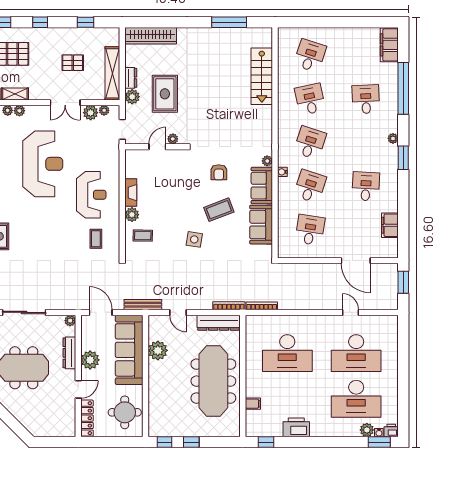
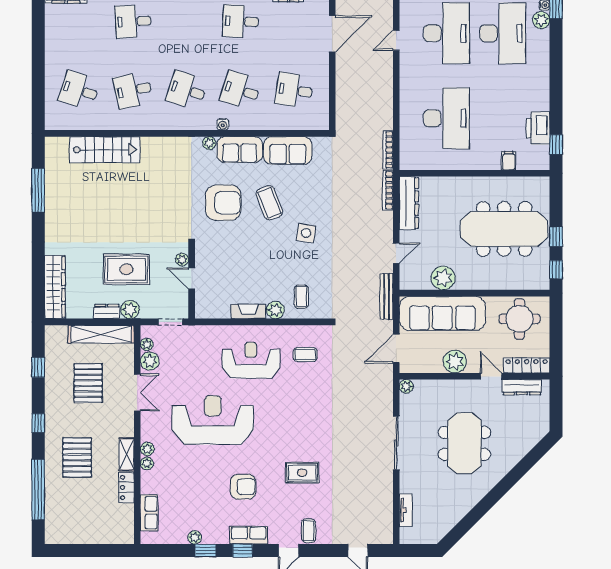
pallet: (73, 63) -> (88, 383), width x1.50, depth x1.42
armchair: (219, 172) -> (223, 203), width x1.88, depth x1.88
dresser: (69, 353) -> (522, 387), moved
meeting table: (213, 381) -> (504, 229), moved
printer: (296, 427) -> (538, 128), moved

